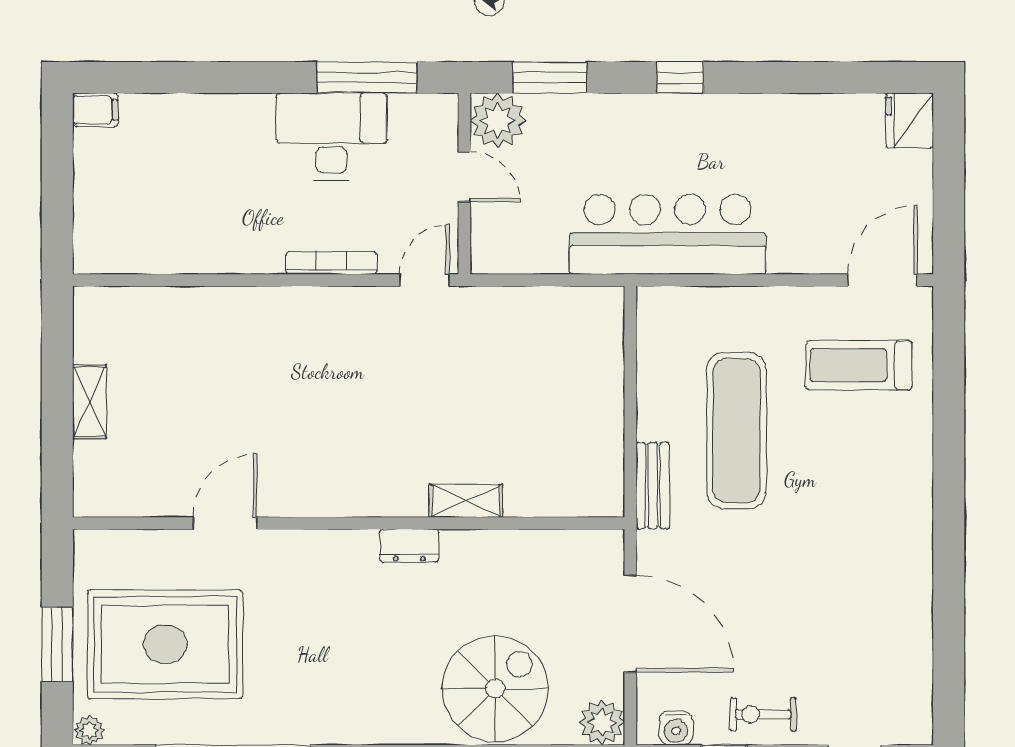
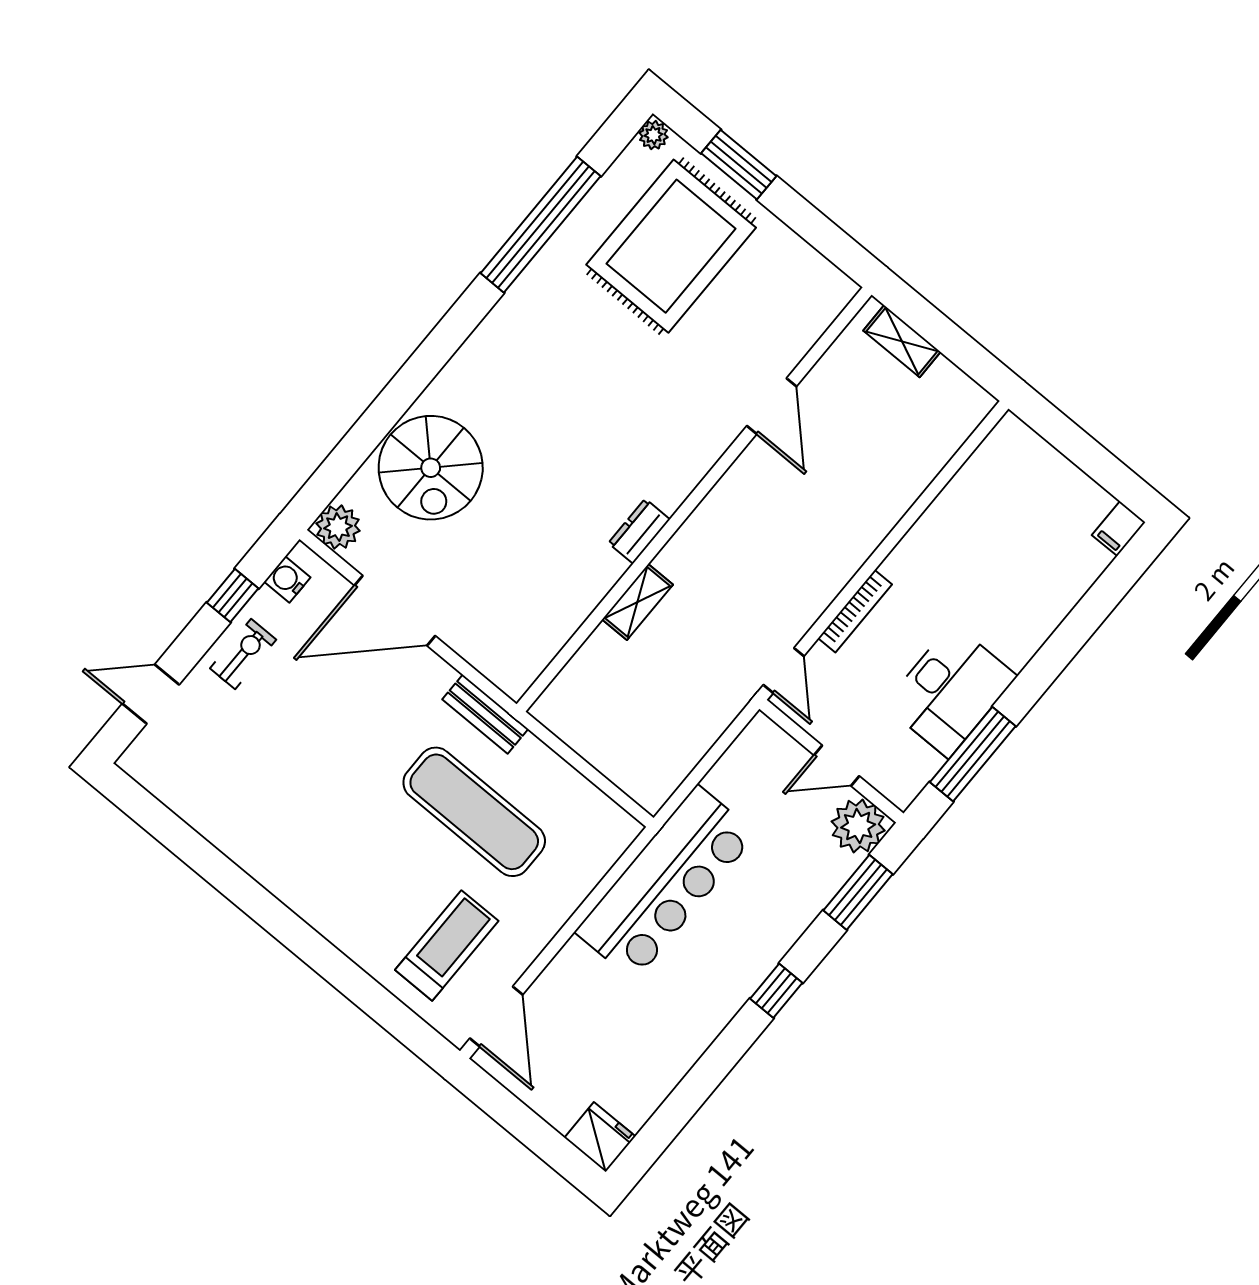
shelving: (466, 501) -> (637, 602), moved
door: (225, 523) -> (772, 406), moved
wall: (349, 523) -> (694, 499), moved
dresser: (409, 546) -> (639, 531), moved

